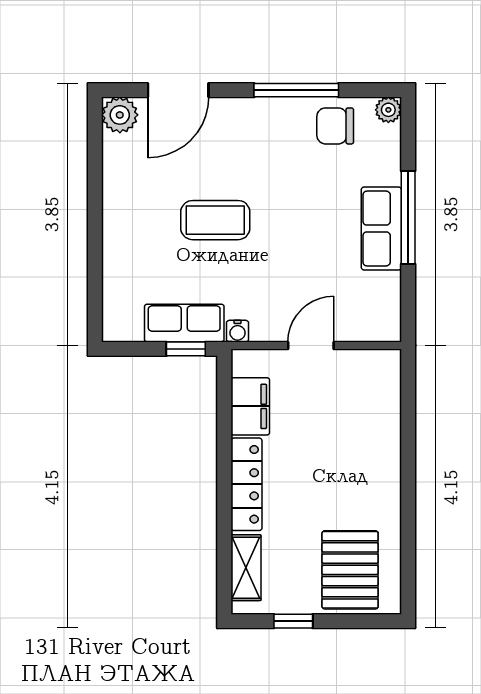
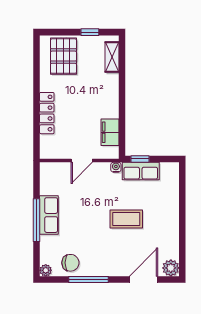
locker: (246, 484) -> (47, 113), moved, turned 180

